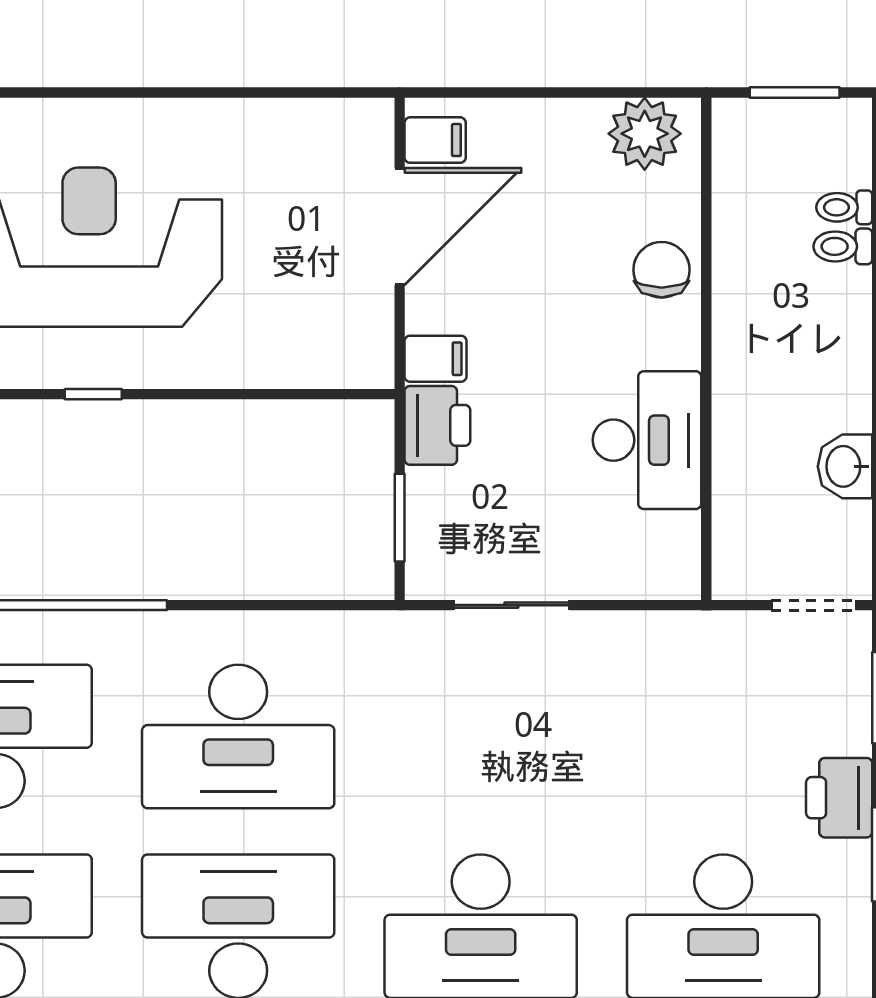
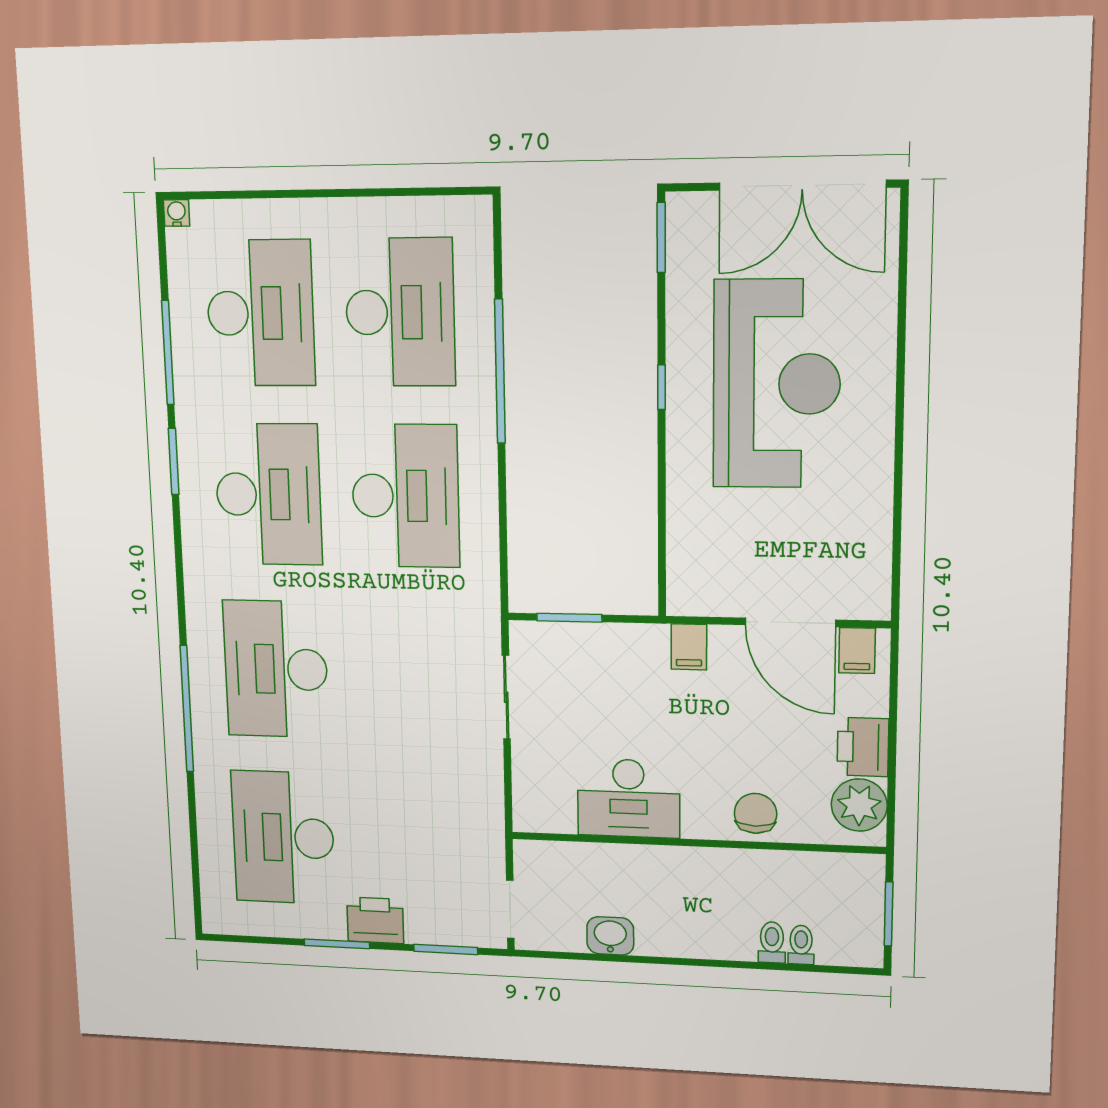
chair: (662, 270) -> (755, 813), turned -90
printer: (437, 425) -> (863, 747), moved, turned 90
desk: (238, 736) -> (405, 496), turned 180

